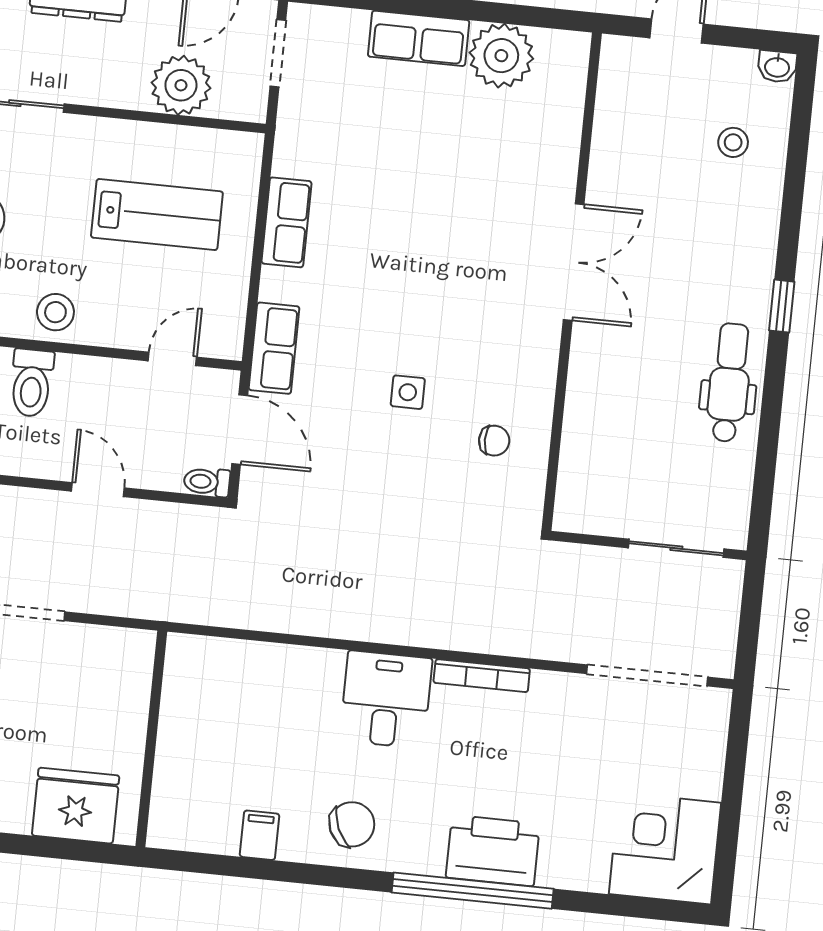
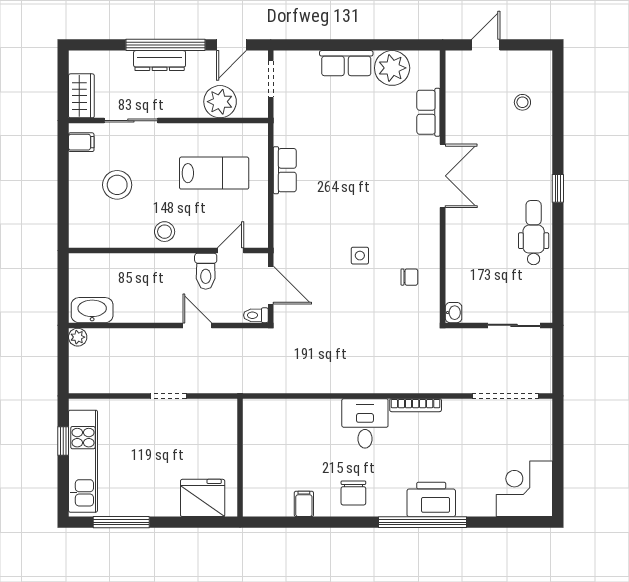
washbasin: (777, 67) -> (454, 313), moved, turned -90
row of seats: (274, 348) -> (428, 112), moved, turned 180
toilet: (32, 383) -> (206, 271), moved
chair: (352, 824) -> (353, 493), turned 114

